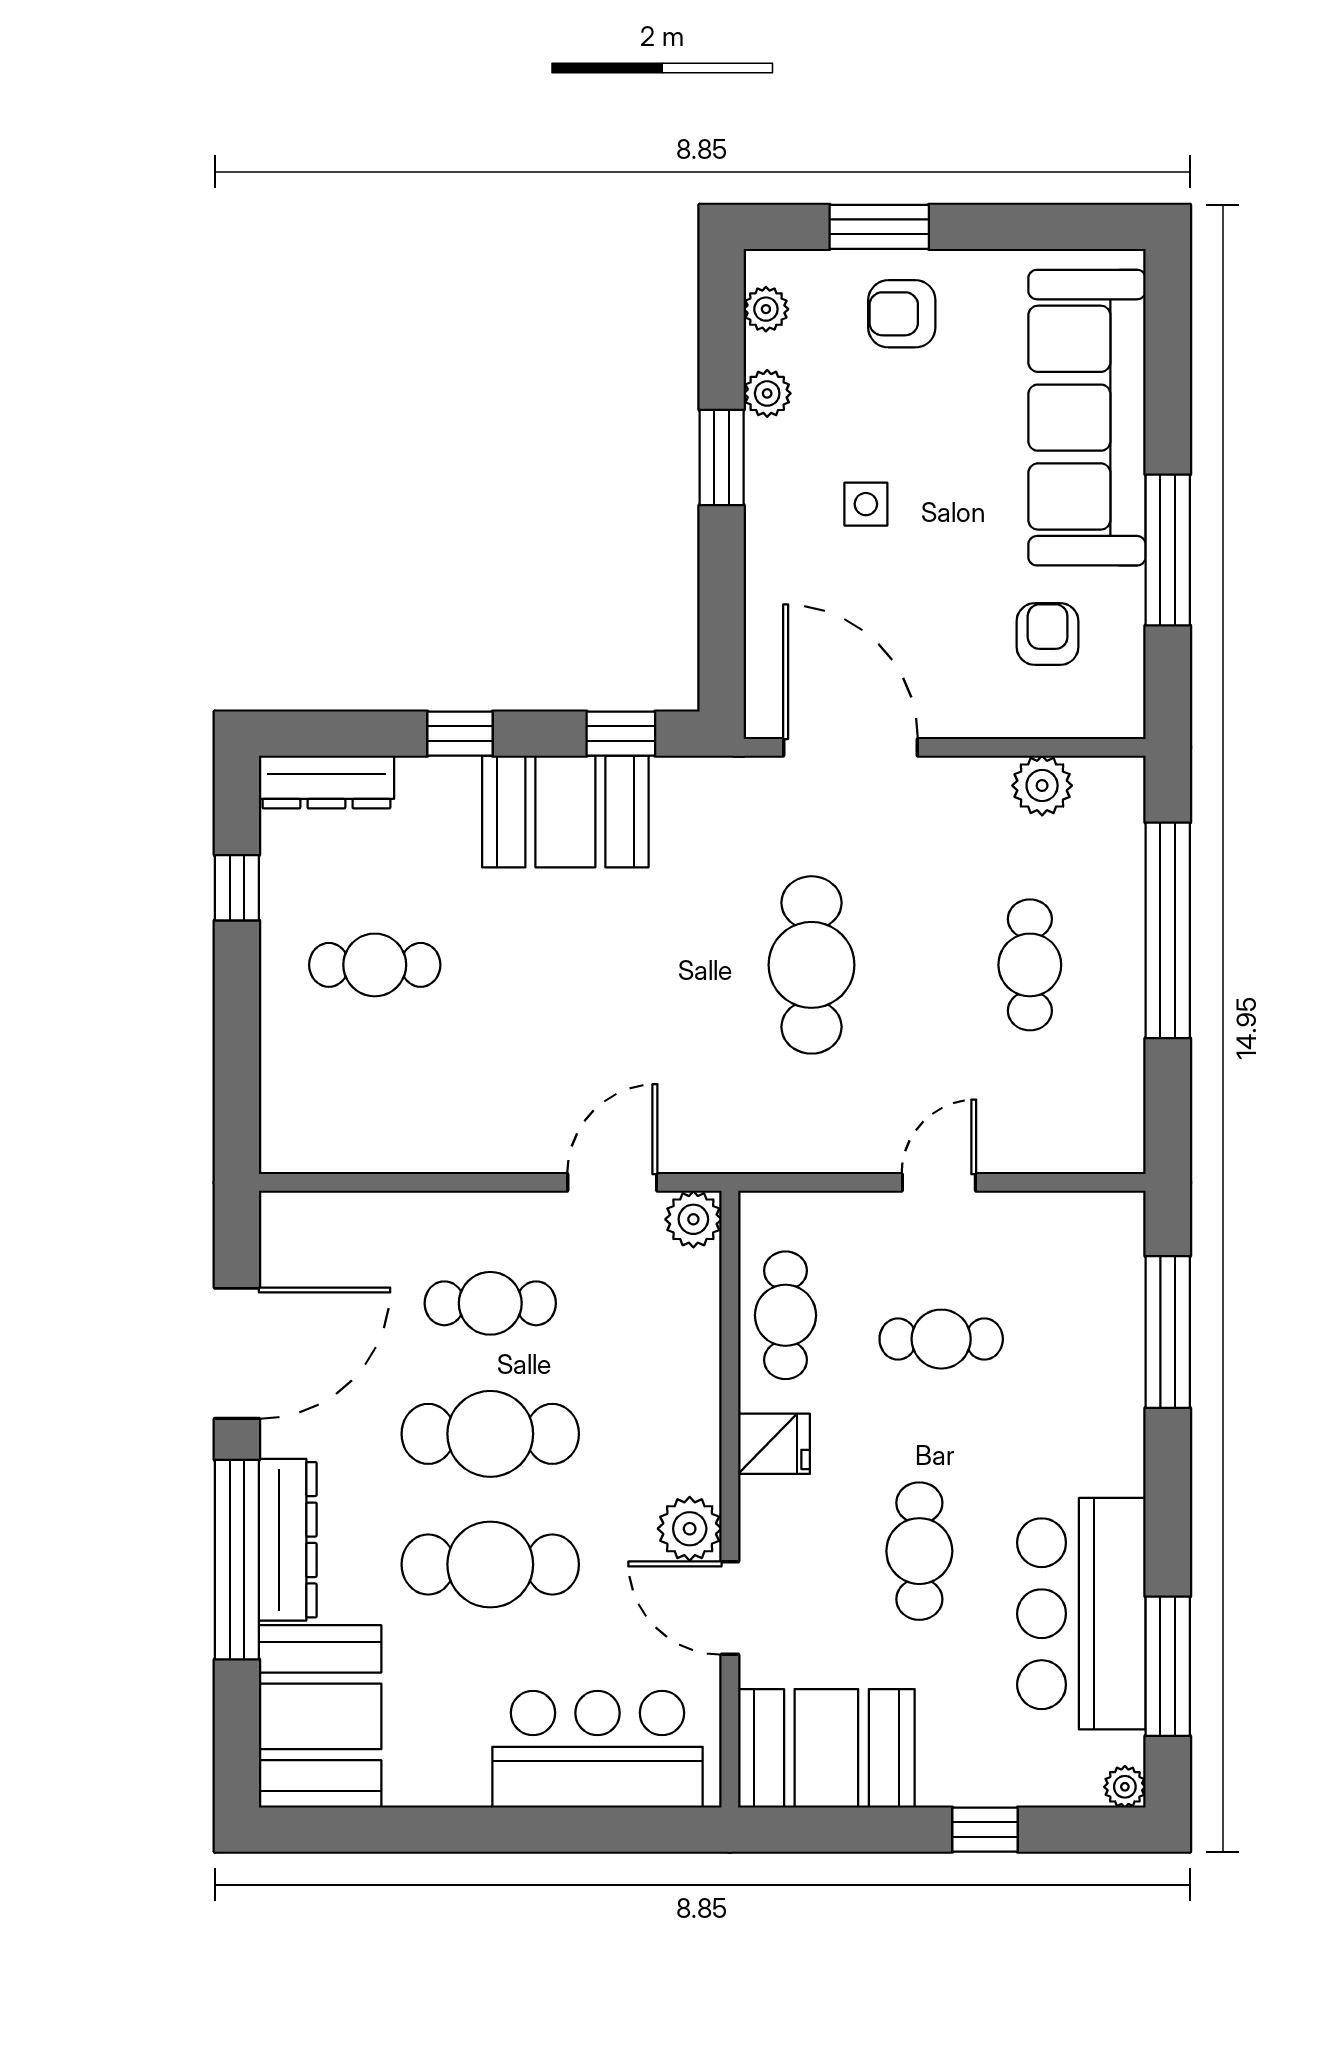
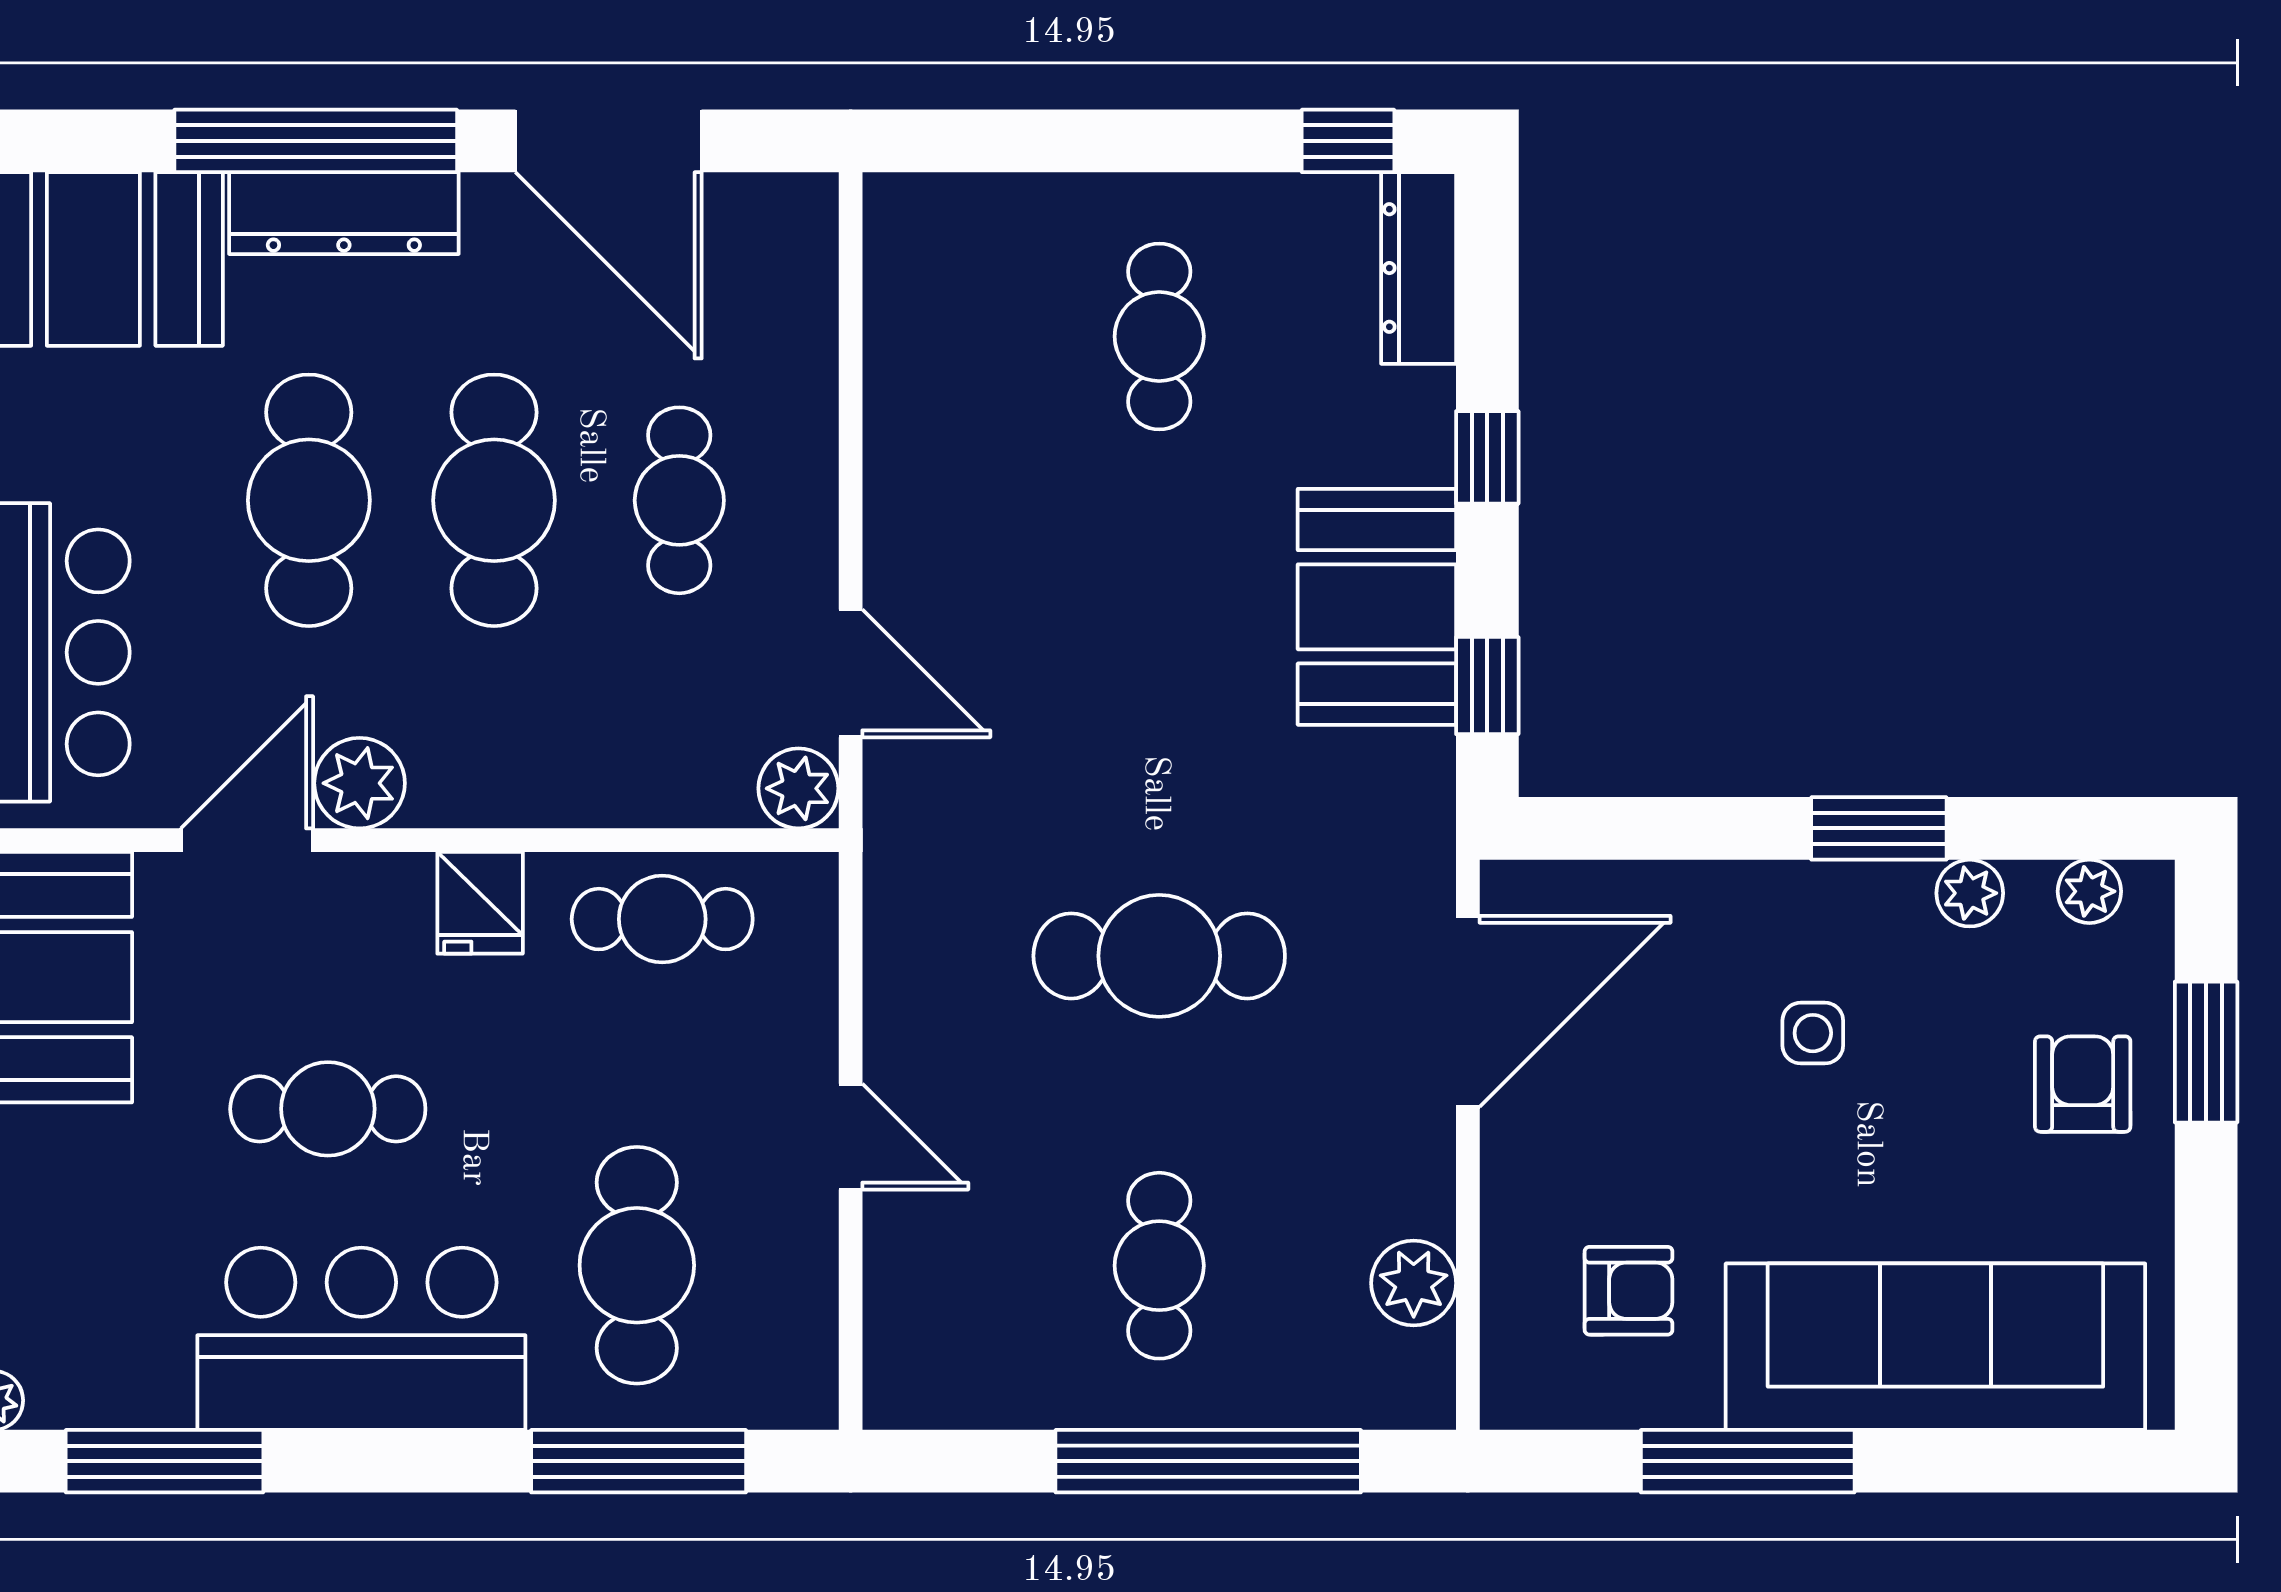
window: (237, 888) -> (1348, 141), moved
cafe table: (1030, 965) -> (1159, 1266), turned 90
cafe table: (941, 1339) -> (637, 1265), moved, width x1.37, depth x1.35
bar counter: (1081, 1614) -> (361, 1339), moved

